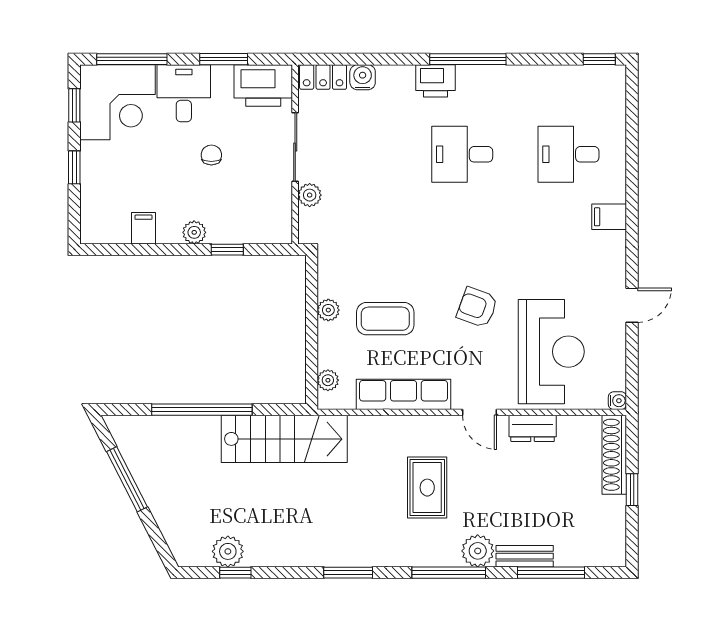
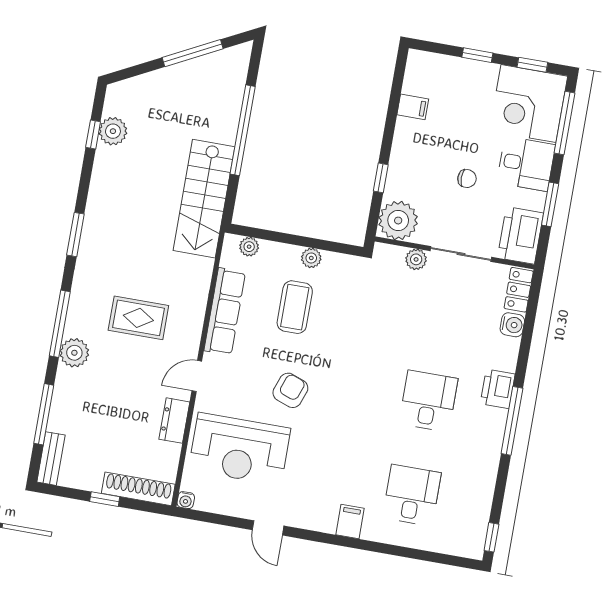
plant: (194, 232) -> (398, 221), moved, width x1.88, depth x1.88
bench: (525, 556) -> (51, 459), moved

